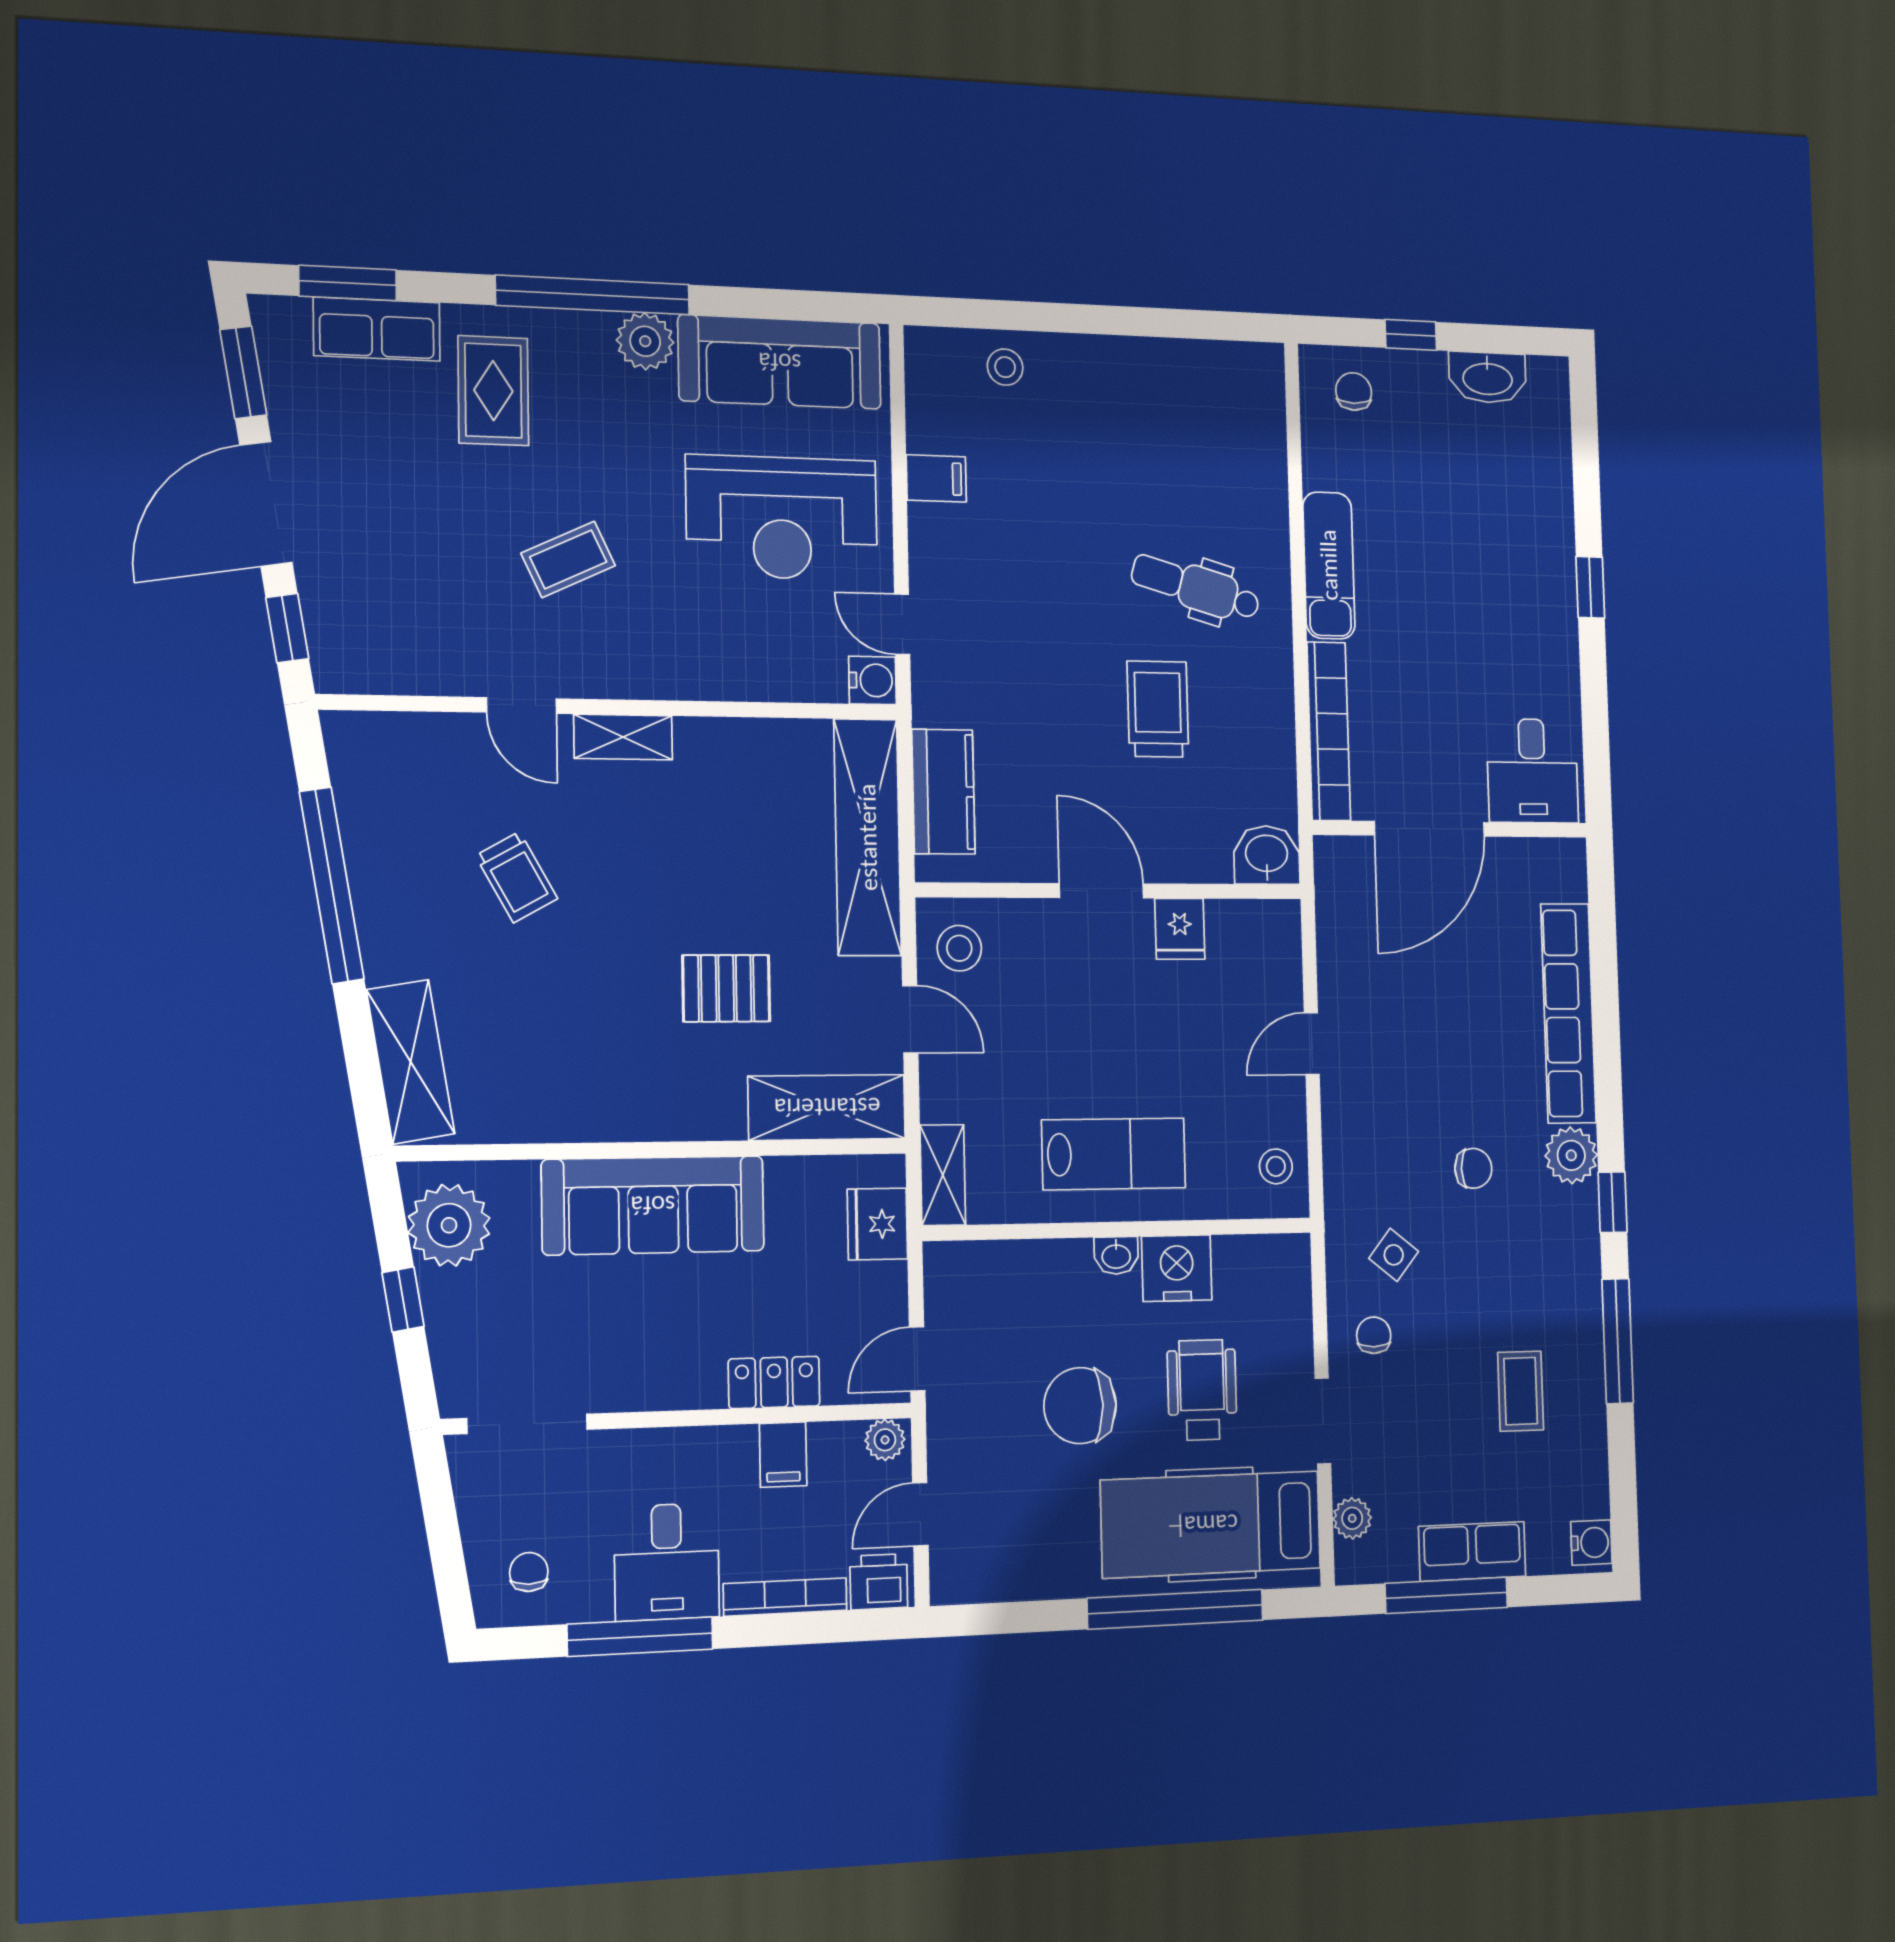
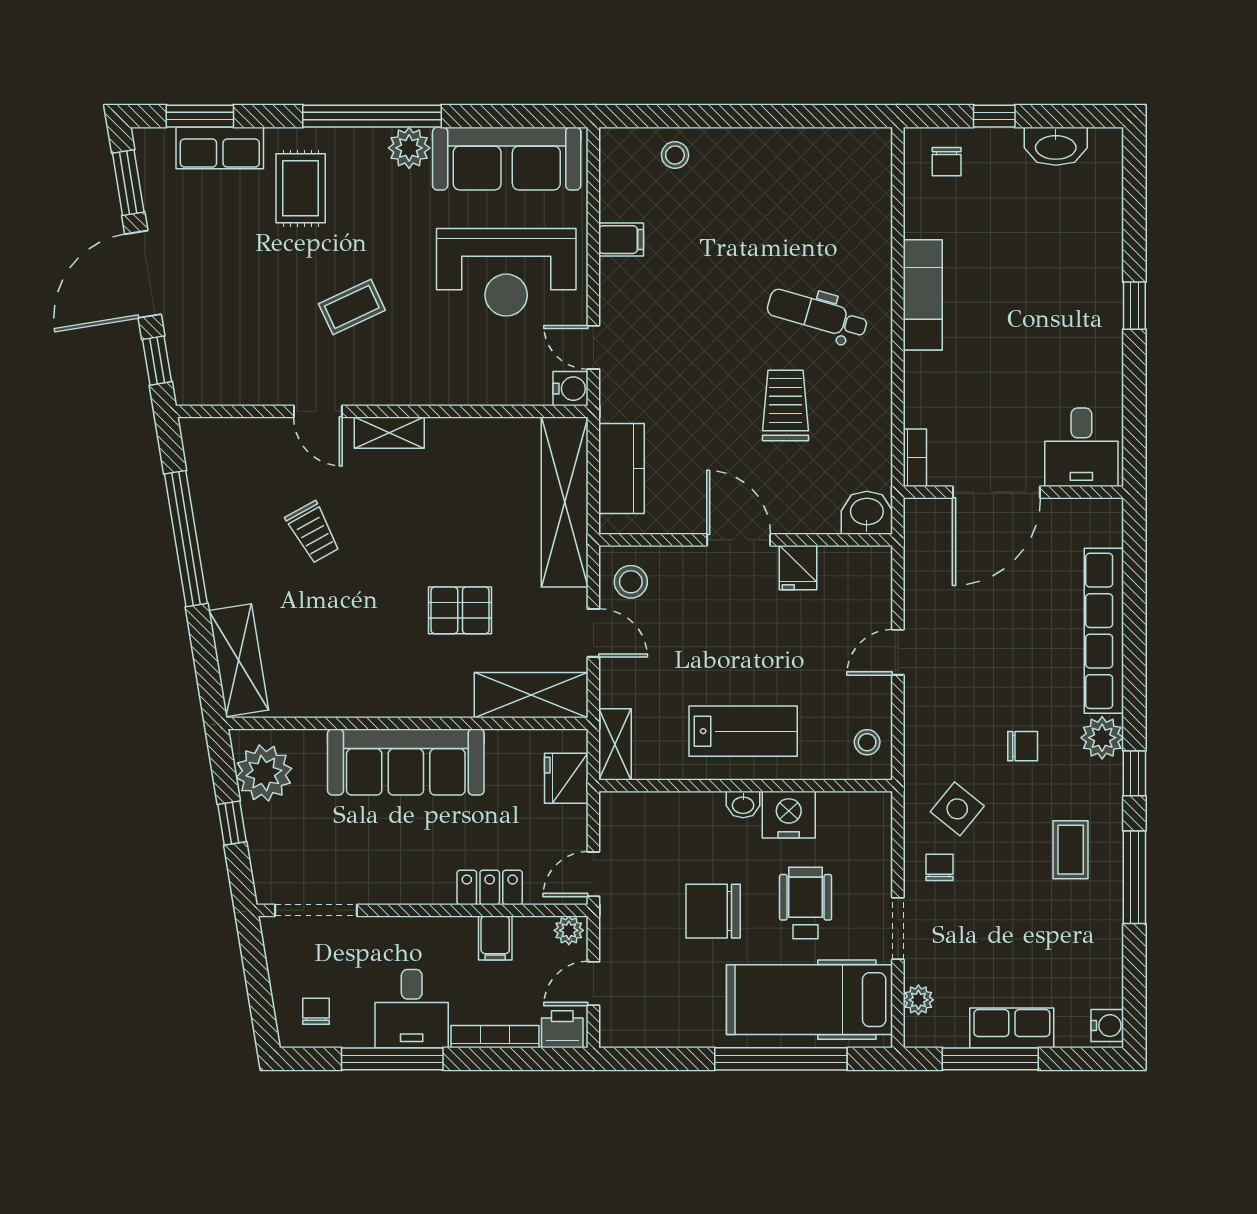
chair: (1354, 391) -> (947, 162), turned 180
bookcase: (1329, 731) -> (915, 458), width x0.43, depth x0.76
side table: (1394, 1255) -> (957, 809), width x1.37, depth x1.37
coffee table: (1521, 1391) -> (1071, 850), moved

